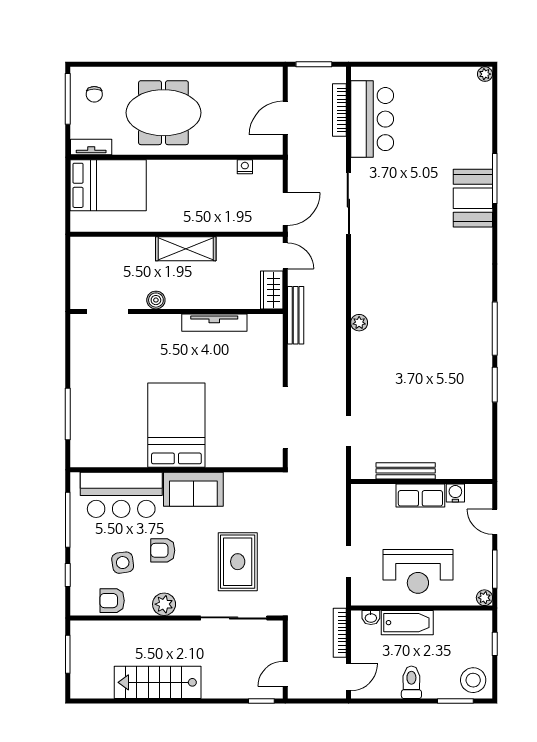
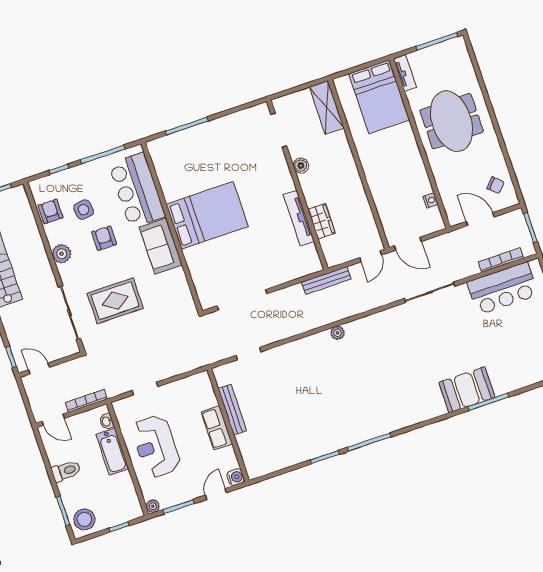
chair: (94, 94) -> (496, 185), moved, turned -138
shelving: (186, 249) -> (327, 107), moved
wardrobe: (272, 290) -> (322, 221), moved, turned 90
water cooler: (455, 493) -> (236, 477), moved

